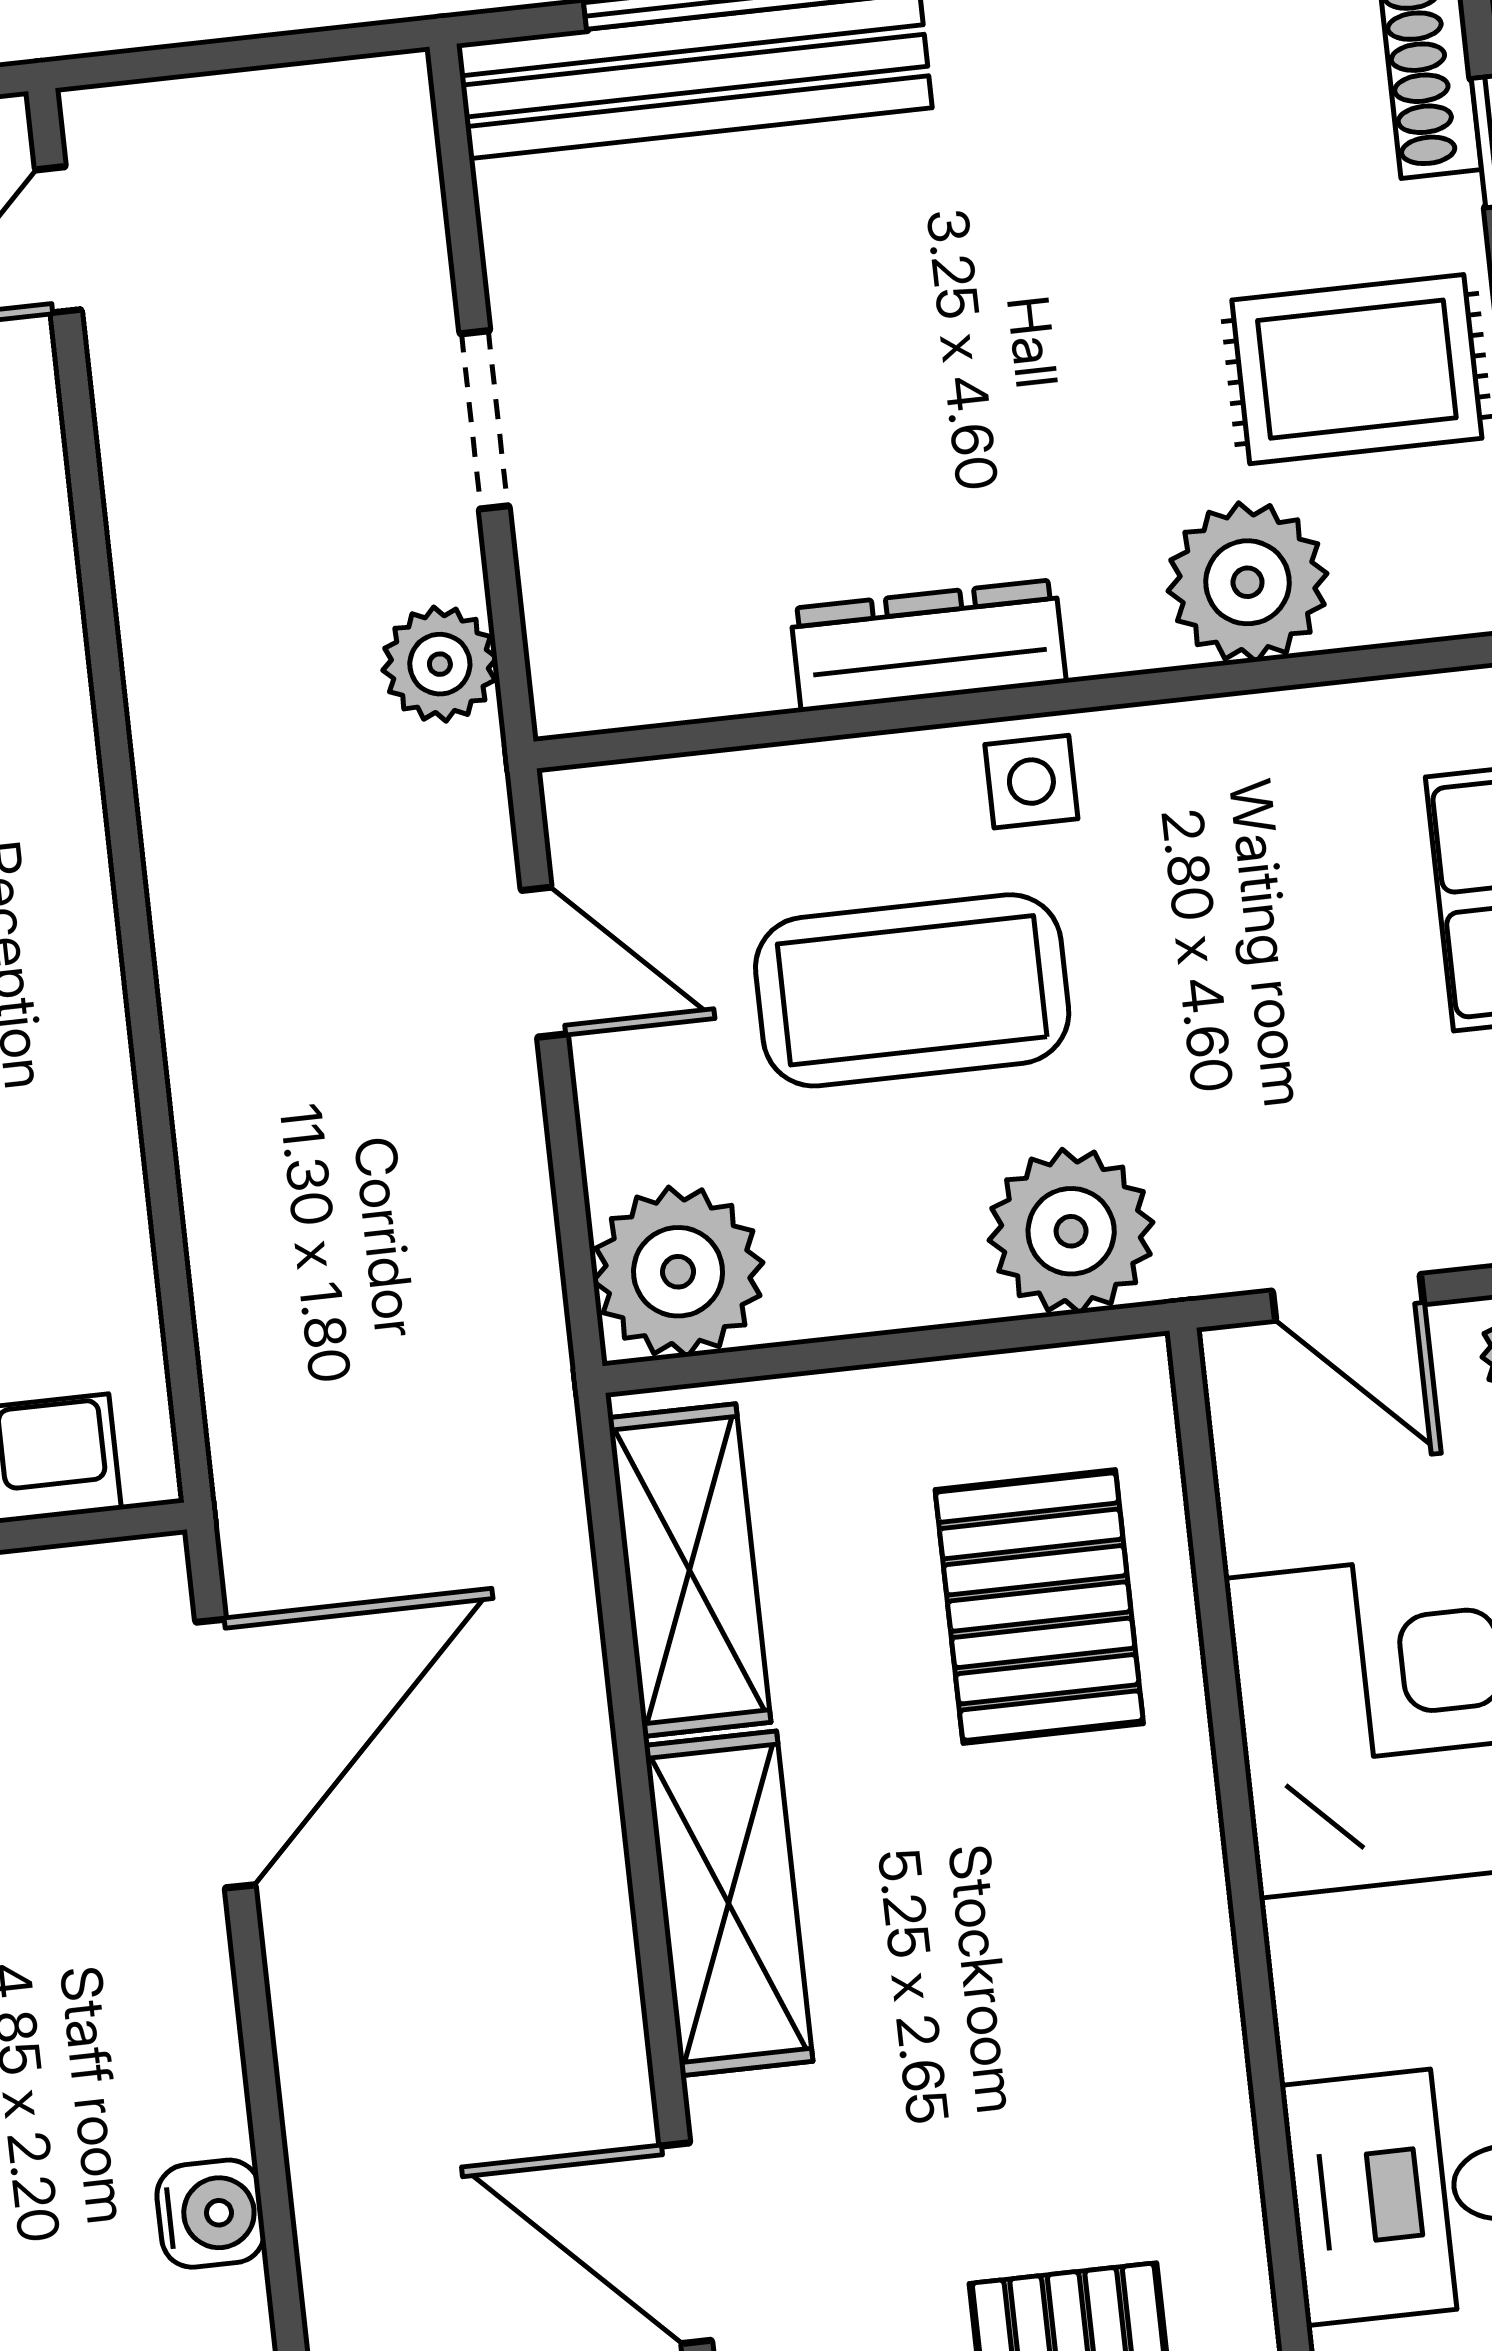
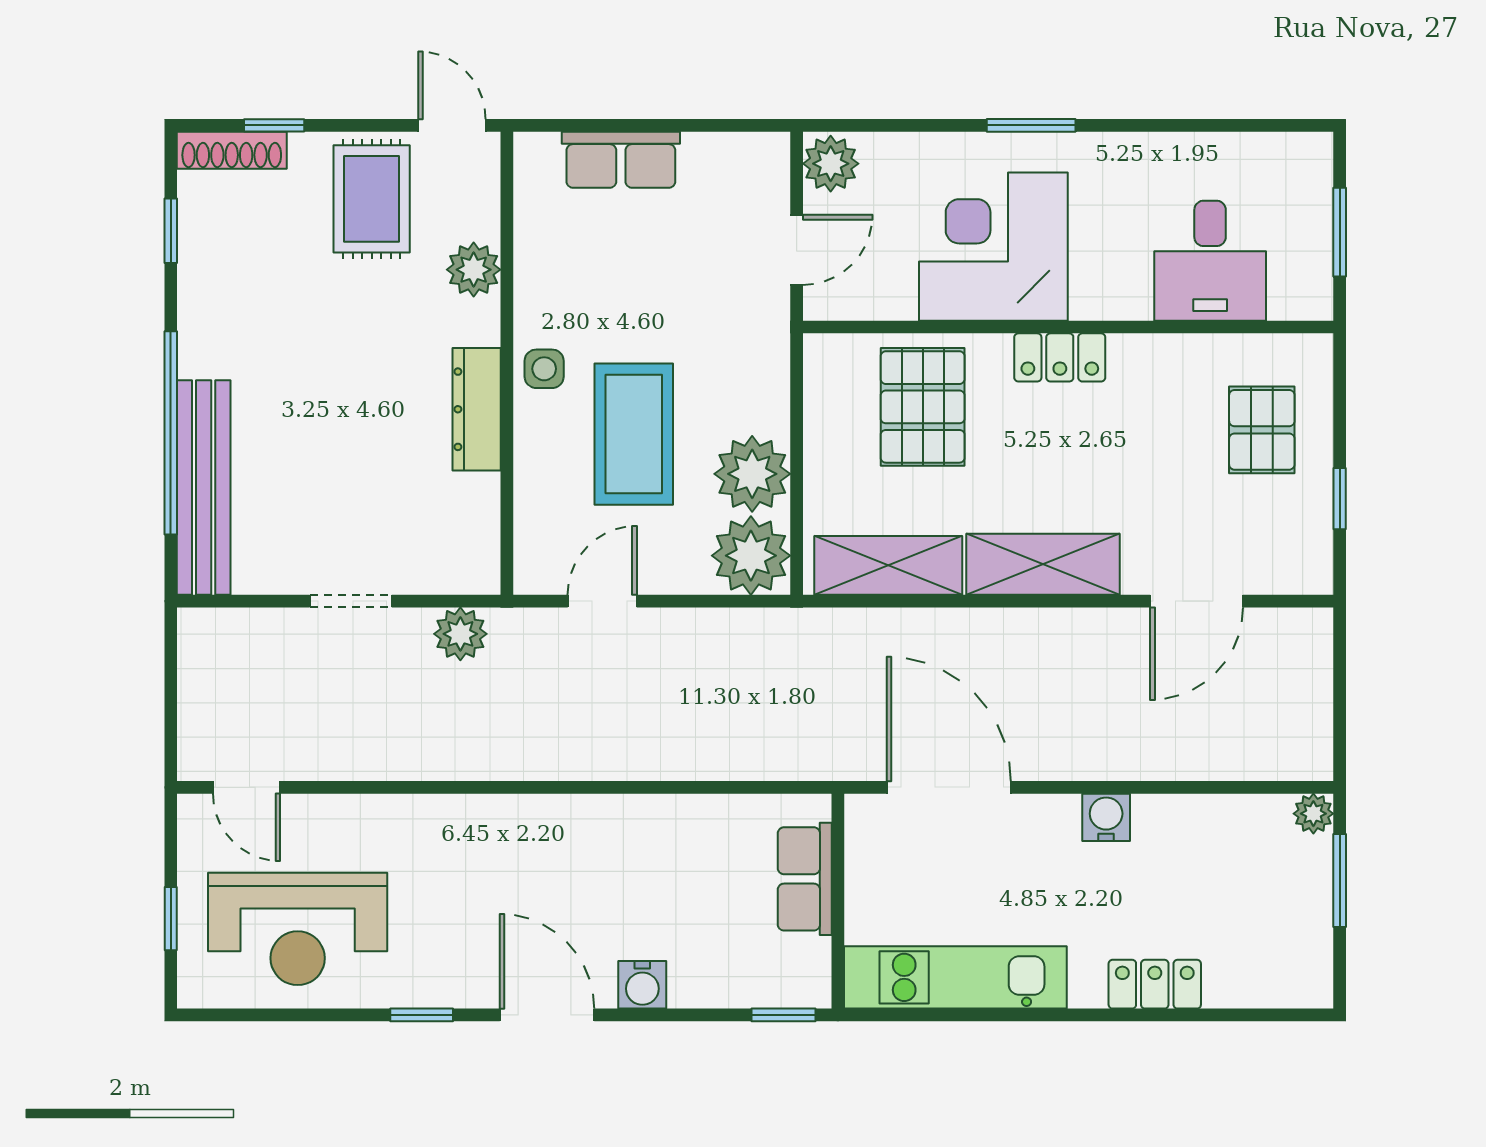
plant: (1248, 582) -> (474, 270), width x0.73, depth x0.73
plant: (1071, 1231) -> (752, 474), moved
pallet: (1039, 1607) -> (923, 407), turned 90
locker: (1179, 1890) -> (1060, 357), added
water cooler: (211, 2214) -> (1106, 817), moved

